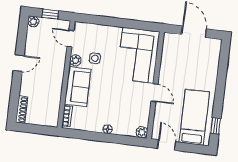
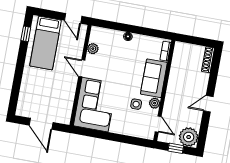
plant: (33, 22) -> (189, 137), width x1.87, depth x1.87
plant: (142, 132) -> (93, 49), moved

